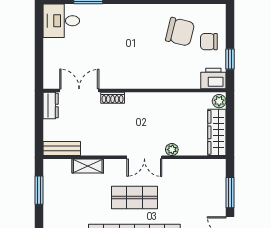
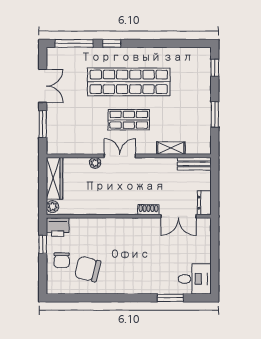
chair: (209, 42) -> (62, 260), turned 90
window: (39, 190) -> (215, 114), moved

